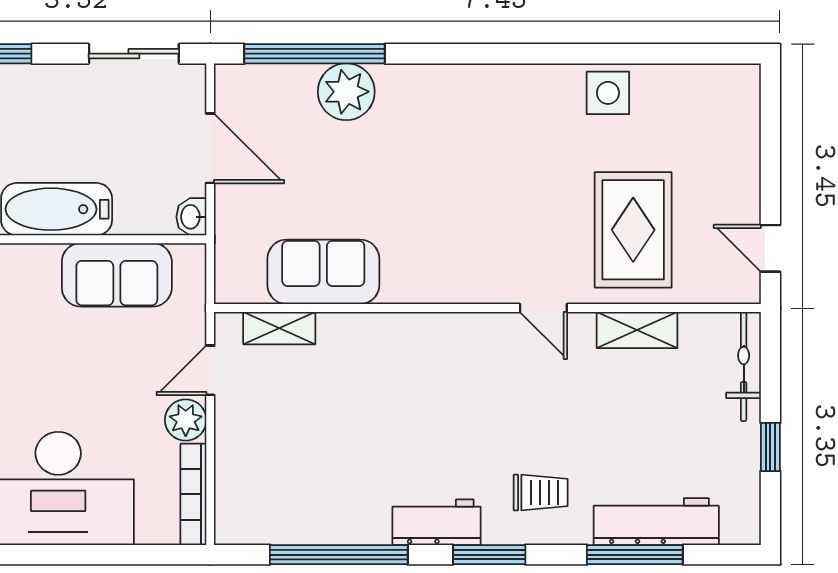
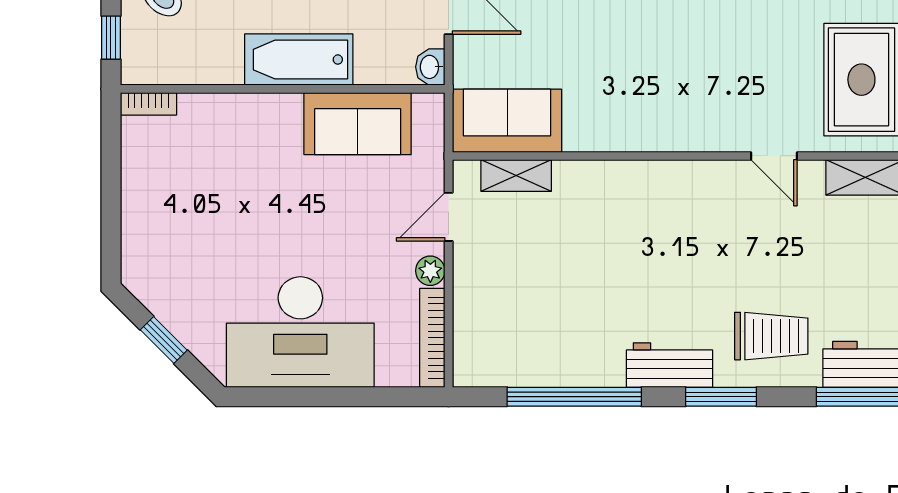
sofa: (323, 272) -> (507, 121), moved
plant: (186, 420) -> (430, 271), width x0.73, depth x0.73
trolley: (541, 493) -> (771, 336), width x1.36, depth x1.39

